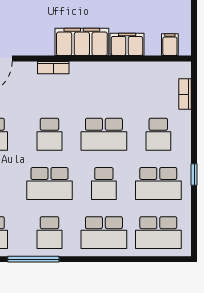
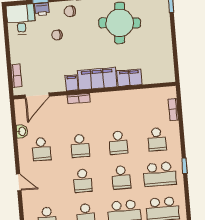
filing cabinet: (170, 45) -> (72, 83), moved
school desk: (104, 134) -> (118, 143), width x0.54
school desk: (49, 183) -> (83, 181), width x0.54

